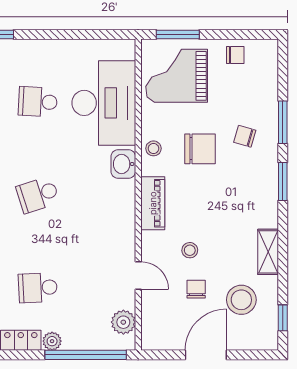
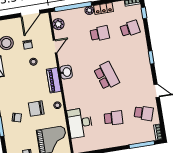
desk: (104, 103) -> (80, 123), width x0.73, depth x0.77
washbasin: (123, 164) -> (66, 72), moved
school desk: (38, 195) -> (107, 76), width x1.85
door: (138, 276) -> (55, 46), swing flipped
door: (206, 355) -> (30, 13), moved

